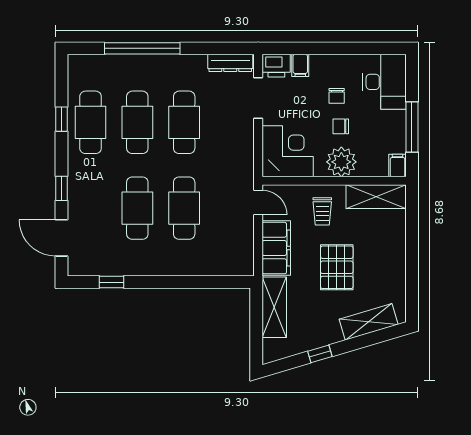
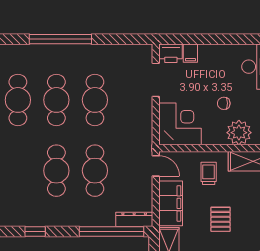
dresser: (230, 63) -> (134, 219), moved, turned 180
chair: (337, 96) -> (220, 78), removed
plant: (341, 162) -> (239, 133), moved
trolley: (322, 211) -> (209, 173), turned 180
pallet: (337, 267) -> (220, 219), width x0.67, depth x0.71
window: (204, 282) -> (112, 231), added

